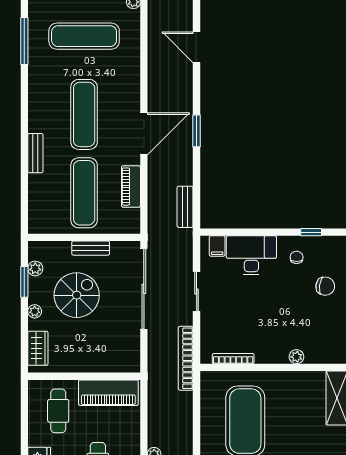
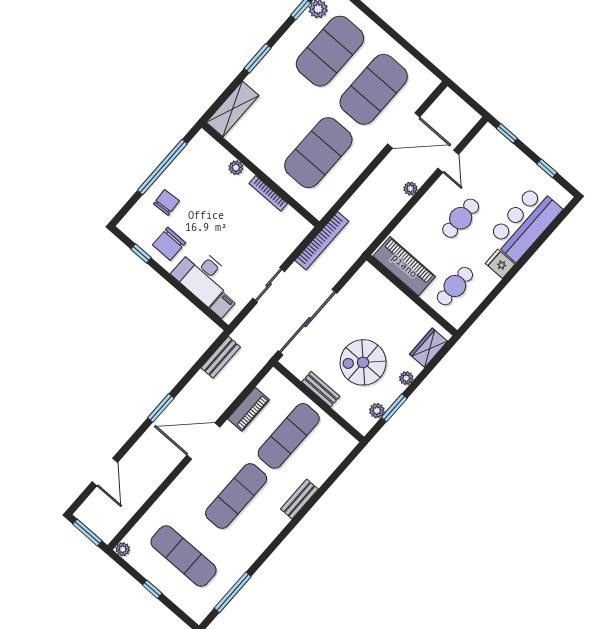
chair: (297, 257) -> (169, 244), width x1.87, depth x1.87
chair: (325, 286) -> (166, 202), turned 78
bookcase: (233, 359) -> (268, 193), moved

